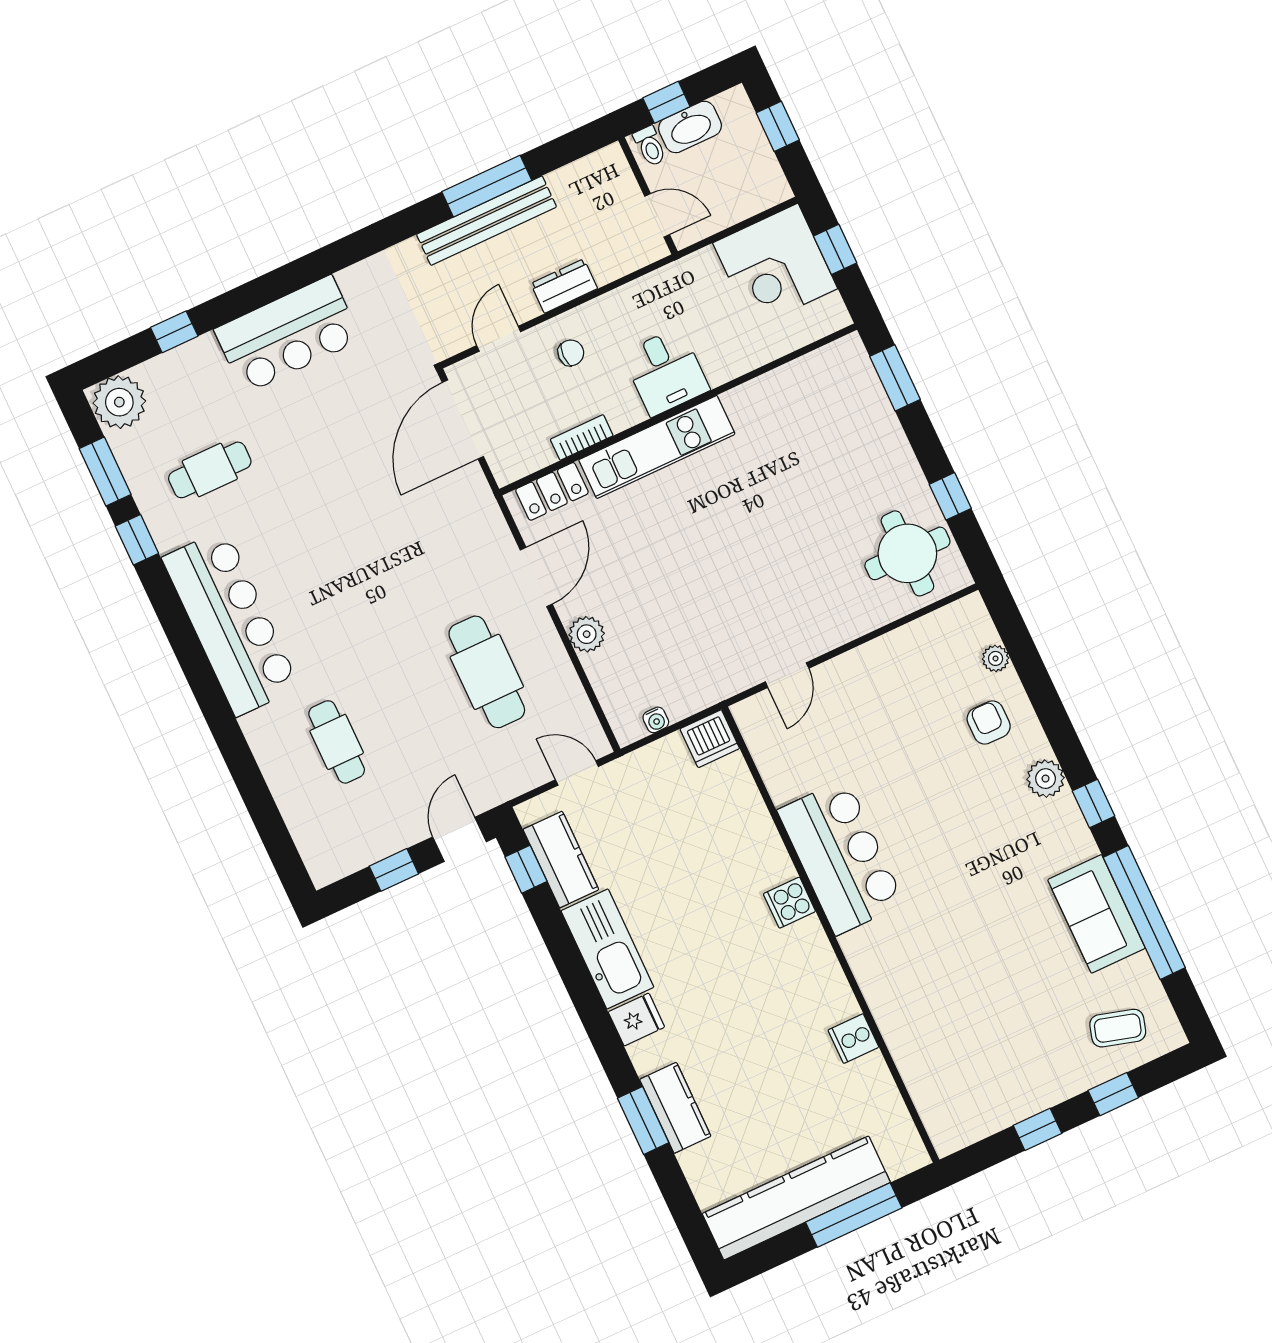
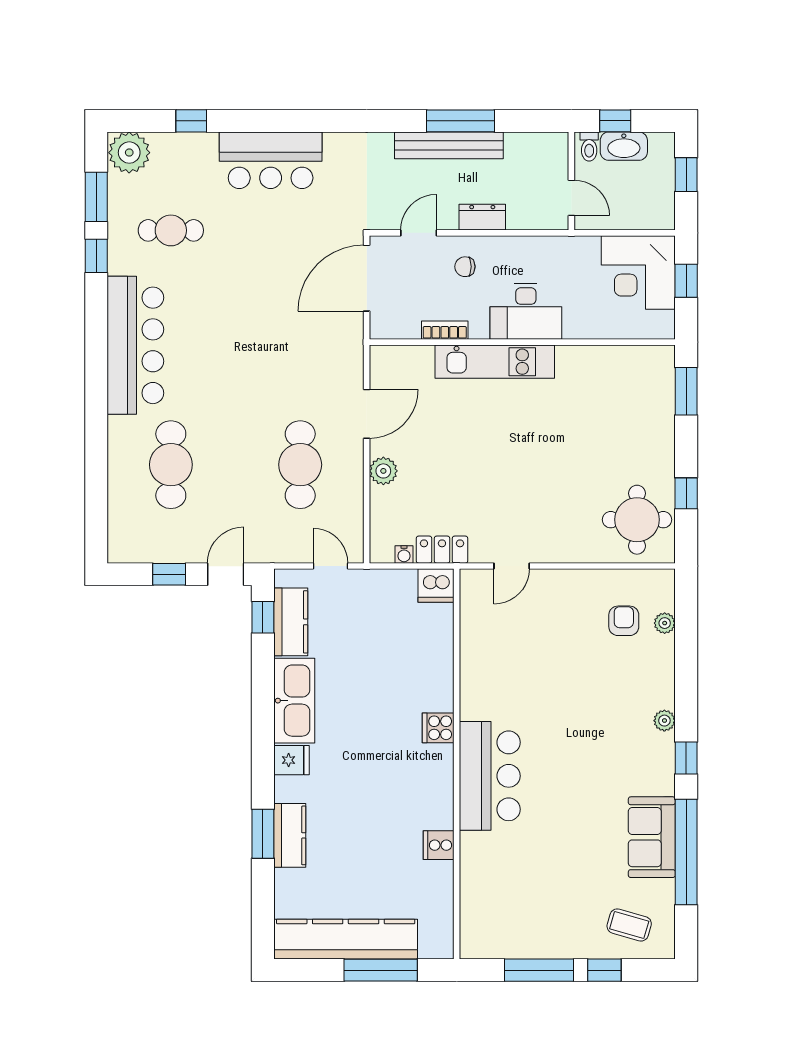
chair: (571, 353) -> (465, 267), turned 180
desk: (666, 372) -> (526, 311), width x1.37
locker: (552, 491) -> (442, 550), moved, turned 180
armchair: (989, 722) -> (624, 621), moved
cafe table: (337, 742) -> (171, 465), width x1.37, depth x1.35
plant: (1046, 779) -> (664, 721), width x0.73, depth x0.73
bar counter: (841, 857) -> (490, 776), moved
window: (1038, 1129) -> (539, 970), width x2.17

